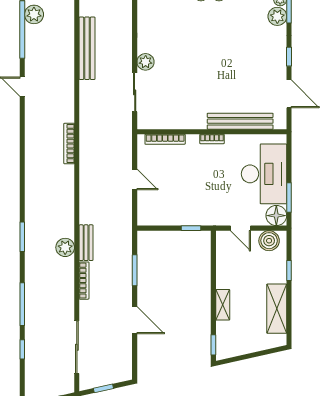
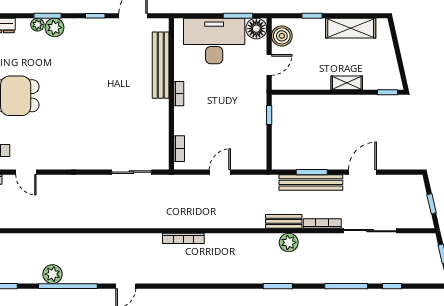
bench: (87, 48) -> (311, 182), moved
plant: (146, 62) -> (101, 161), removed
bookcase: (165, 139) -> (179, 149), width x0.64
sliding door: (77, 347) -> (370, 231), moved

